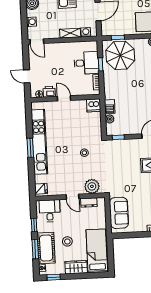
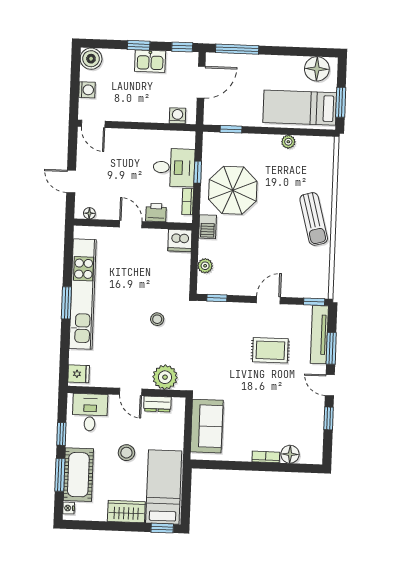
shelving: (70, 33) -> (151, 115), removed
parasol: (120, 55) -> (233, 190), moved
printer: (49, 92) -> (156, 213), moved
barbecue: (110, 107) -> (208, 227), moved
stool: (67, 241) -> (126, 453), moved
window: (54, 277) -> (162, 528), moved

